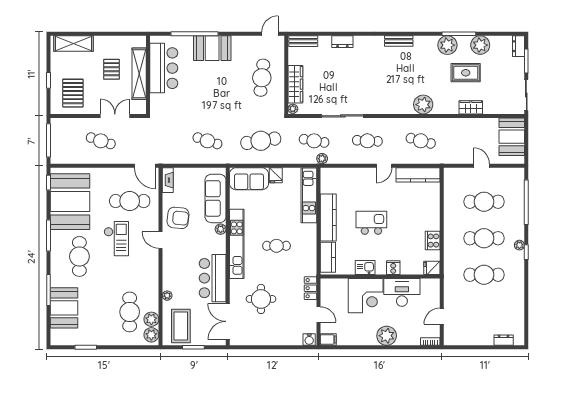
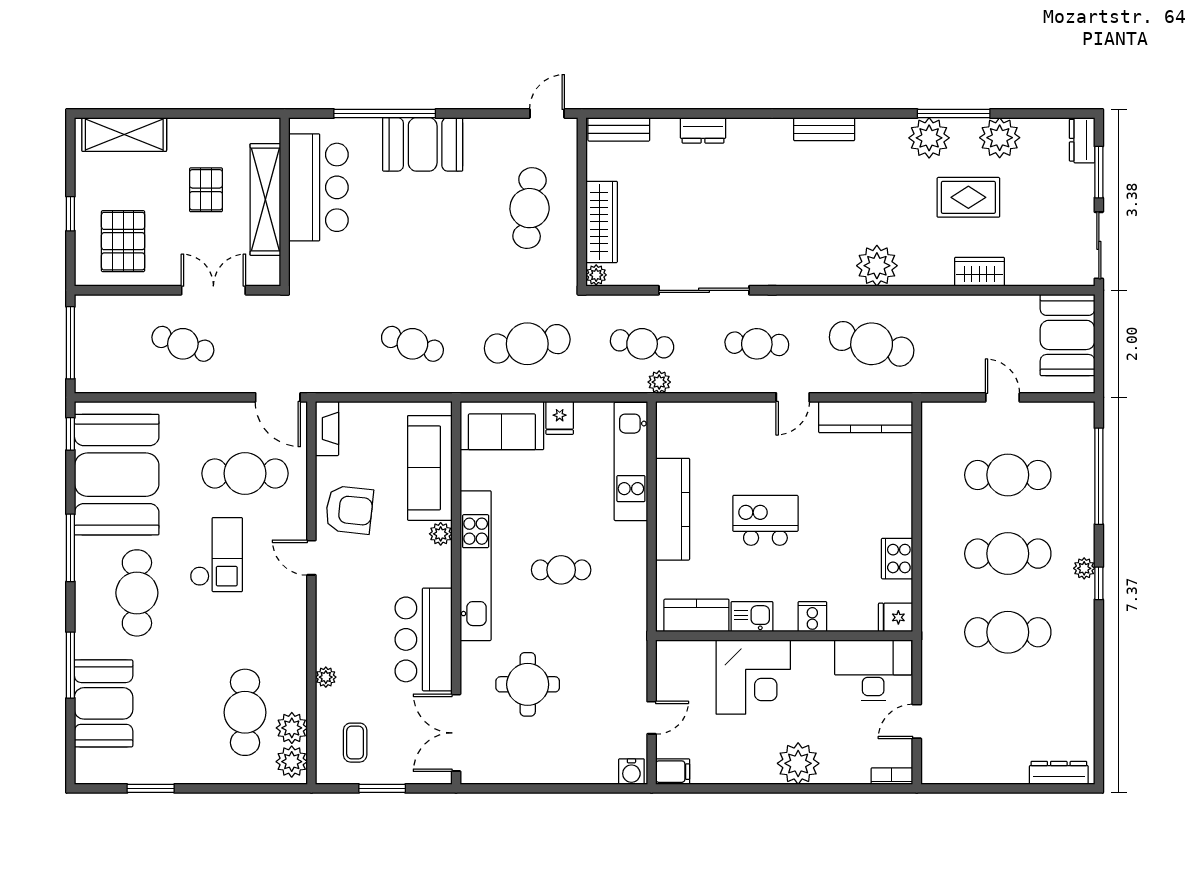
cafe table: (421, 141) -> (872, 344), width x1.37, depth x1.35
kitchen counter: (328, 257) -> (696, 615), moved, turned -90
locker: (310, 288) -> (634, 661), removed
desk: (402, 292) -> (873, 670), moved
door: (319, 314) -> (652, 718), hinge flipped
coffee table: (181, 326) -> (355, 743), width x0.54, depth x0.58
dresser: (504, 340) -> (1059, 773), width x1.44

